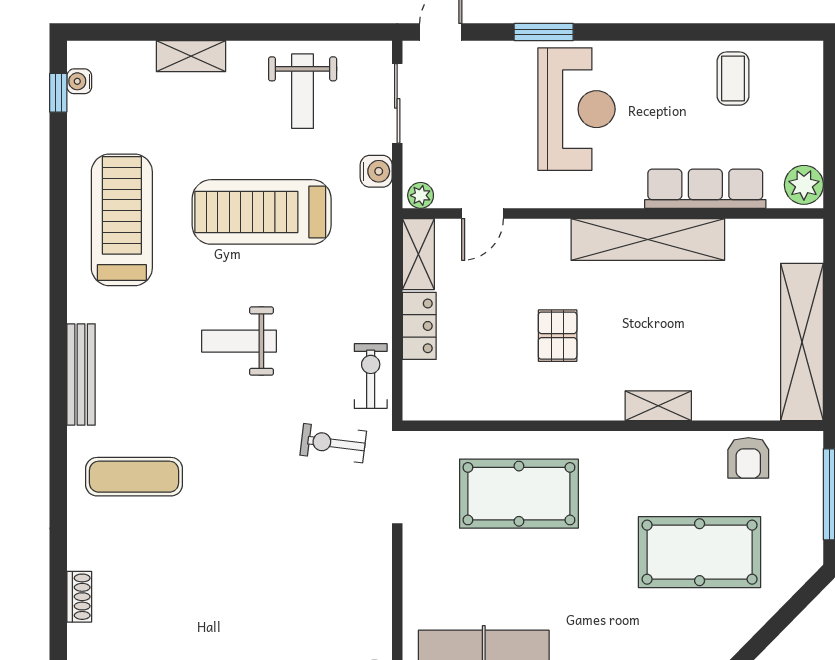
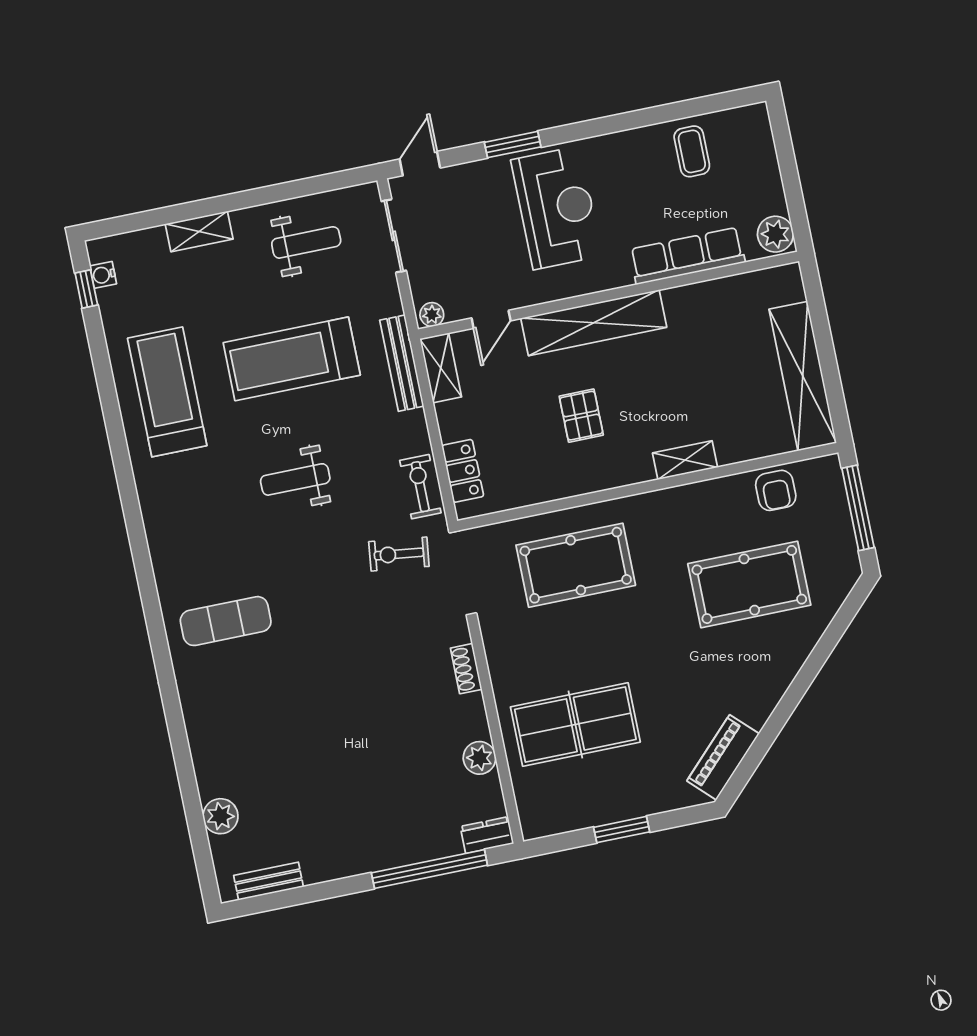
weight bench: (303, 91) -> (306, 242), turned -90
water cooler: (376, 171) -> (387, 301), removed
shelving: (648, 240) -> (594, 323), moved
locker: (419, 326) -> (463, 471), moved
bench: (81, 374) -> (402, 363), moved
shoe rack: (79, 597) -> (466, 669), moved, turned 180

